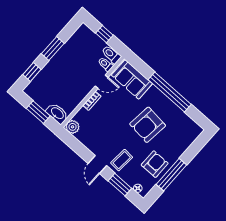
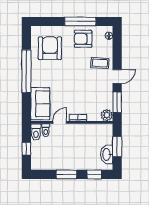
door: (102, 82) -> (60, 122), hinge flipped
washbasin: (57, 113) -> (107, 154), moved
armchair: (148, 125) -> (50, 48), moved, turned -96
window: (120, 185) -> (117, 102), moved

